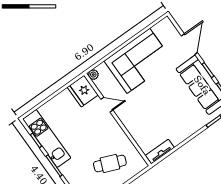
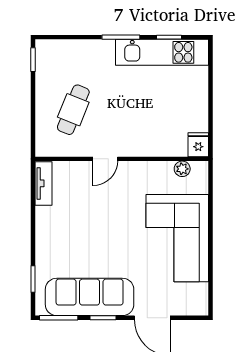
plant: (93, 75) -> (182, 169), moved
fridge: (83, 91) -> (198, 145), width x0.53, depth x0.75
door: (107, 105) -> (105, 159), moved

